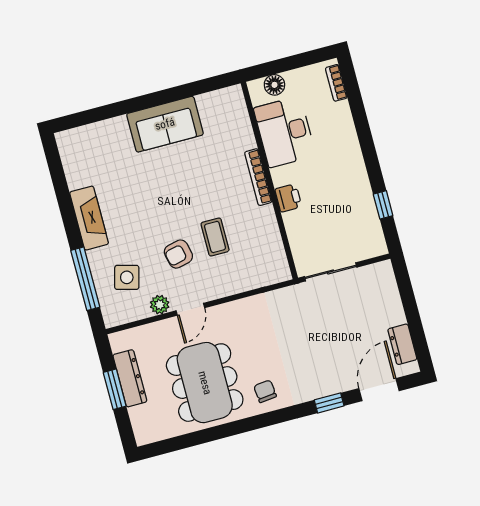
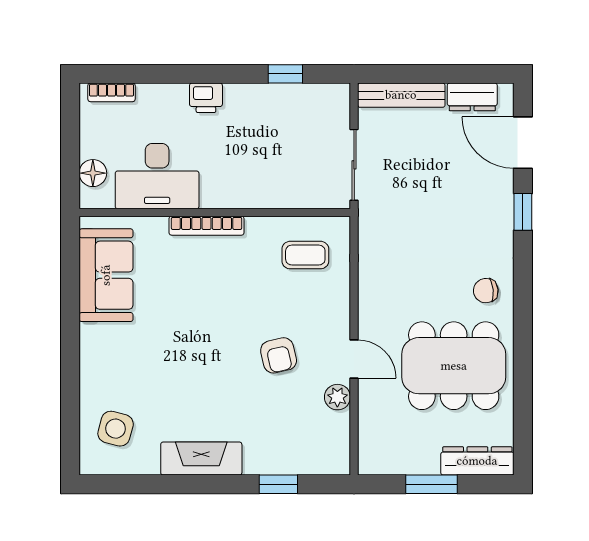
sofa: (165, 124) -> (106, 275), moved
printer: (288, 198) -> (206, 98), moved, turned 180
coffee table: (215, 237) -> (305, 255), moved
side table: (127, 277) -> (116, 429), moved
window: (85, 279) -> (278, 484), width x0.46
bench: (390, 293) -> (401, 95), added
dresser: (130, 378) -> (477, 461), moved

